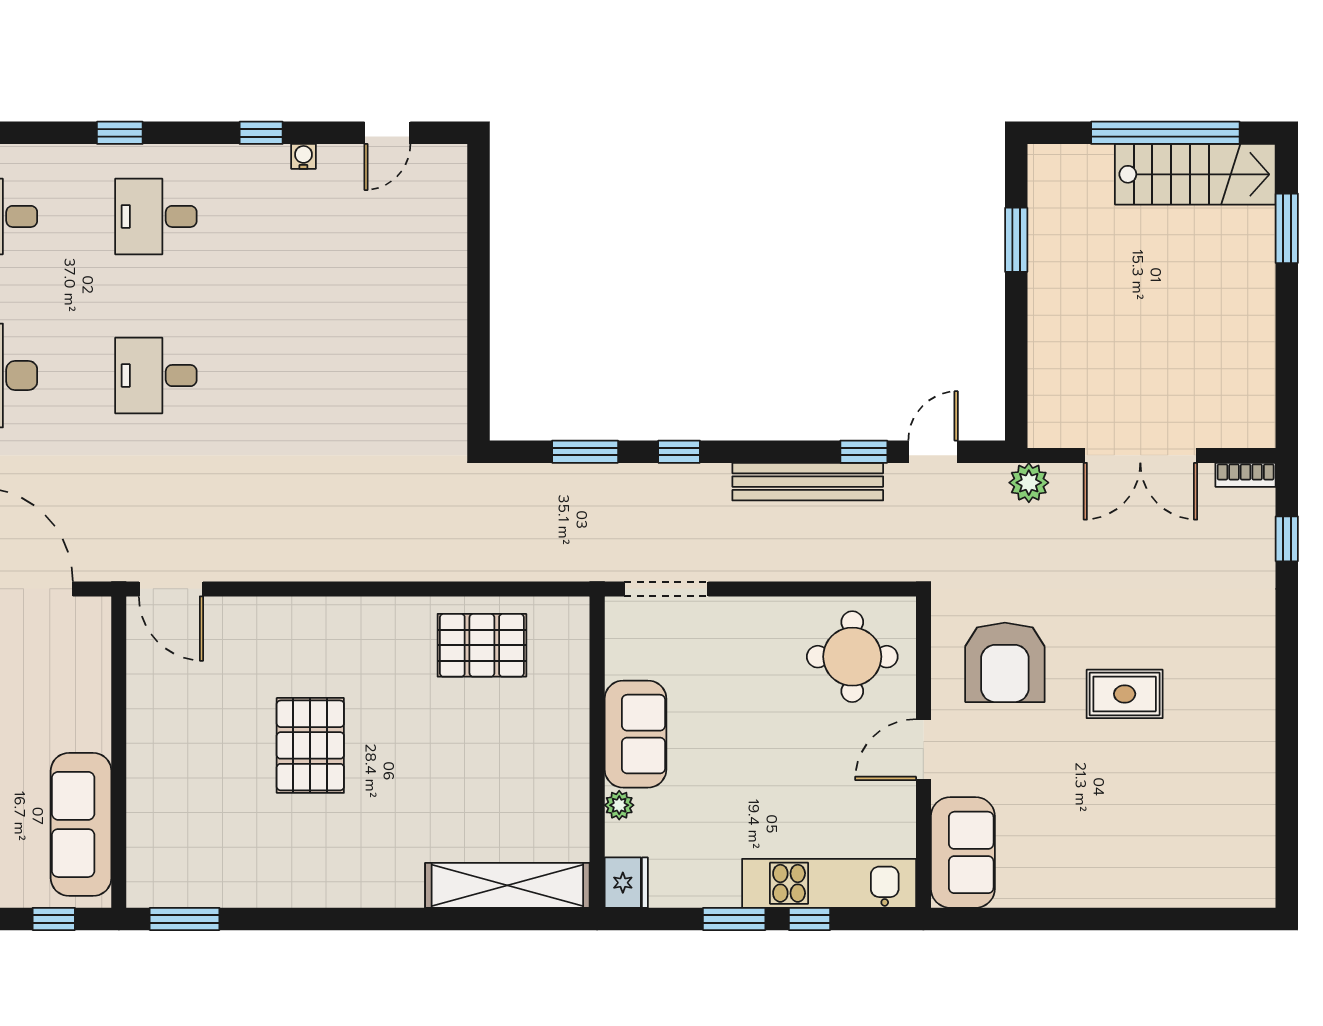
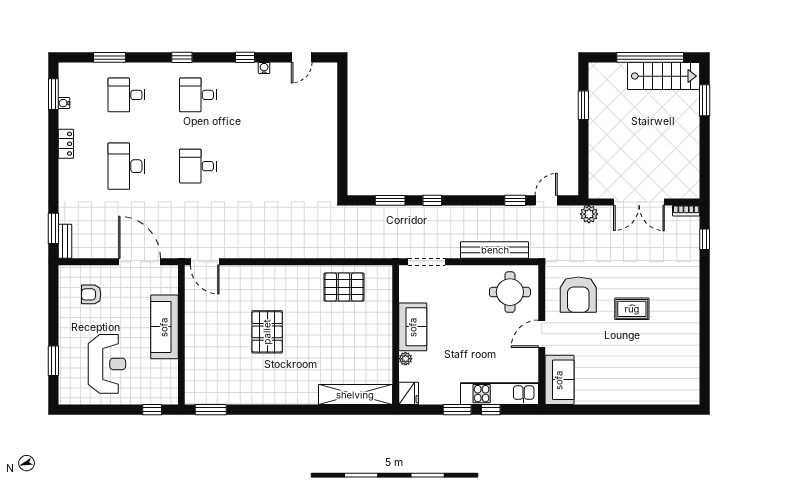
bench: (808, 482) -> (495, 250), moved
sofa: (81, 824) -> (164, 327), moved

